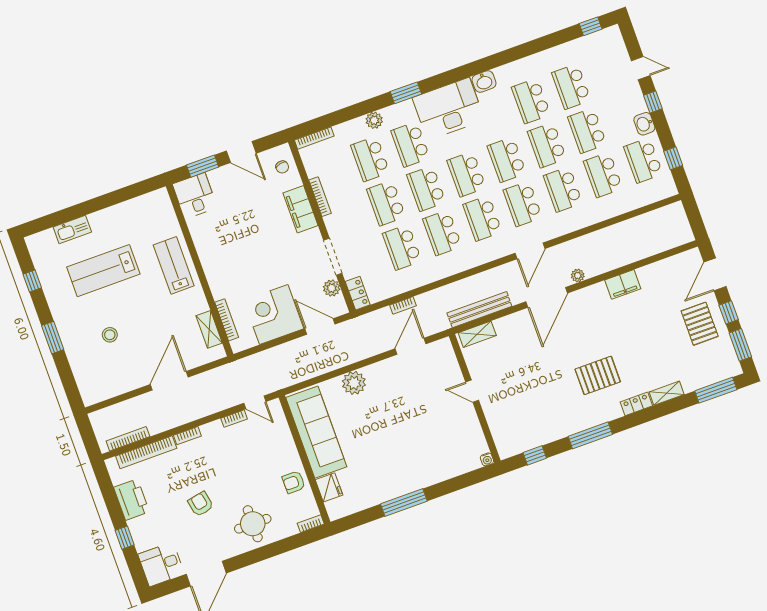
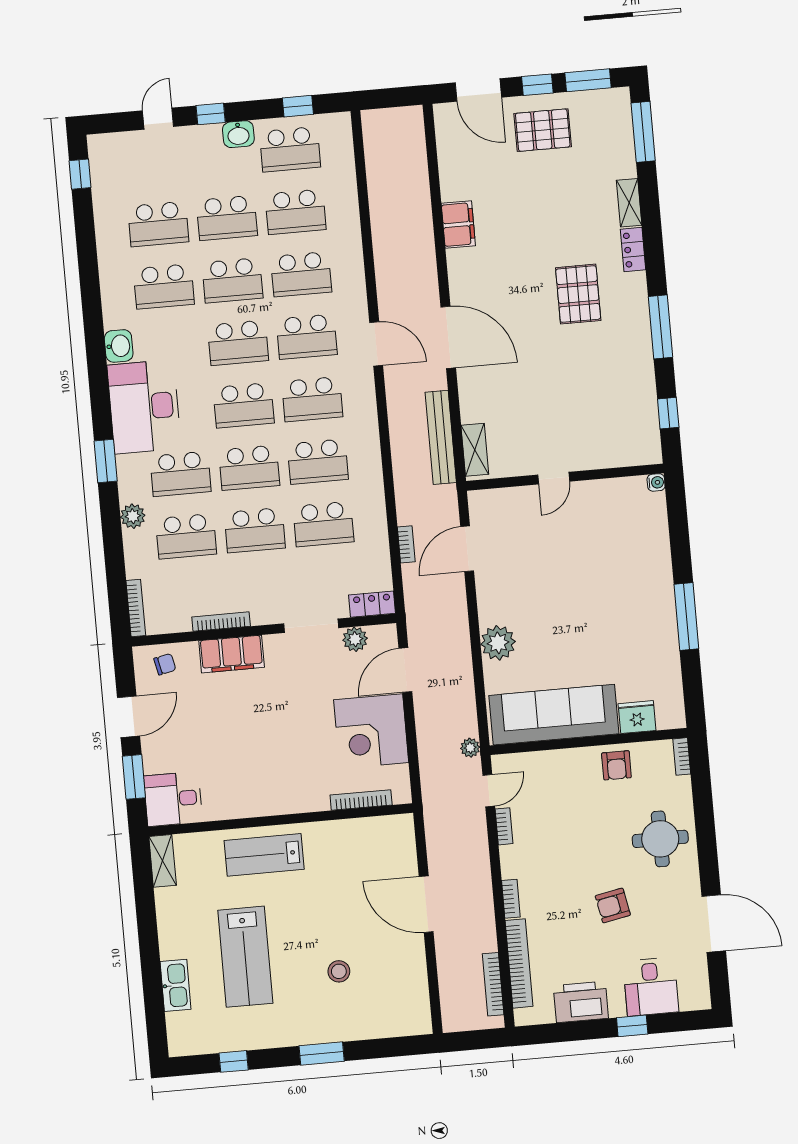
plant: (578, 276) -> (470, 748), moved
shelving: (209, 329) -> (163, 861), moved, turned 90
door: (411, 346) -> (467, 549), hinge flipped
desk: (161, 564) -> (651, 987), moved

